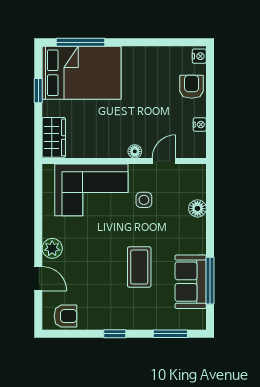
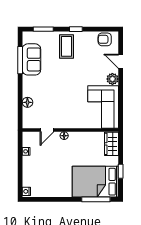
armchair: (192, 87) -> (31, 173), removed
corner sofa: (91, 190) -> (103, 107), moved, turned -90
side table: (144, 200) -> (59, 107), removed
coffee table: (139, 267) -> (66, 46), moved

